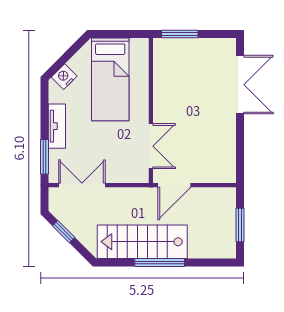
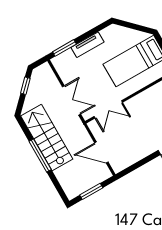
nightstand: (64, 77) -> (120, 32), removed
double door: (82, 185) -> (72, 100), moved
door: (174, 185) -> (101, 152), moved

